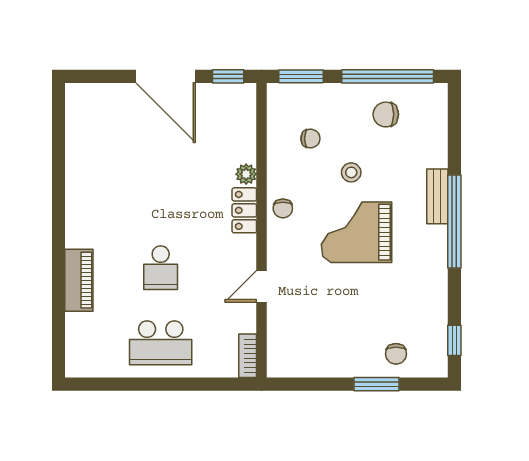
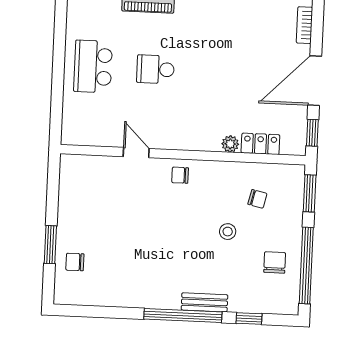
chair: (310, 139) -> (257, 199), turned -77
chair: (283, 208) -> (180, 175), moved
locker: (244, 210) -> (260, 144), moved
grand piano: (356, 232) -> (178, 234), removed
window: (454, 340) -> (249, 319), moved
bookcase: (248, 356) -> (304, 25), moved, turned -90

